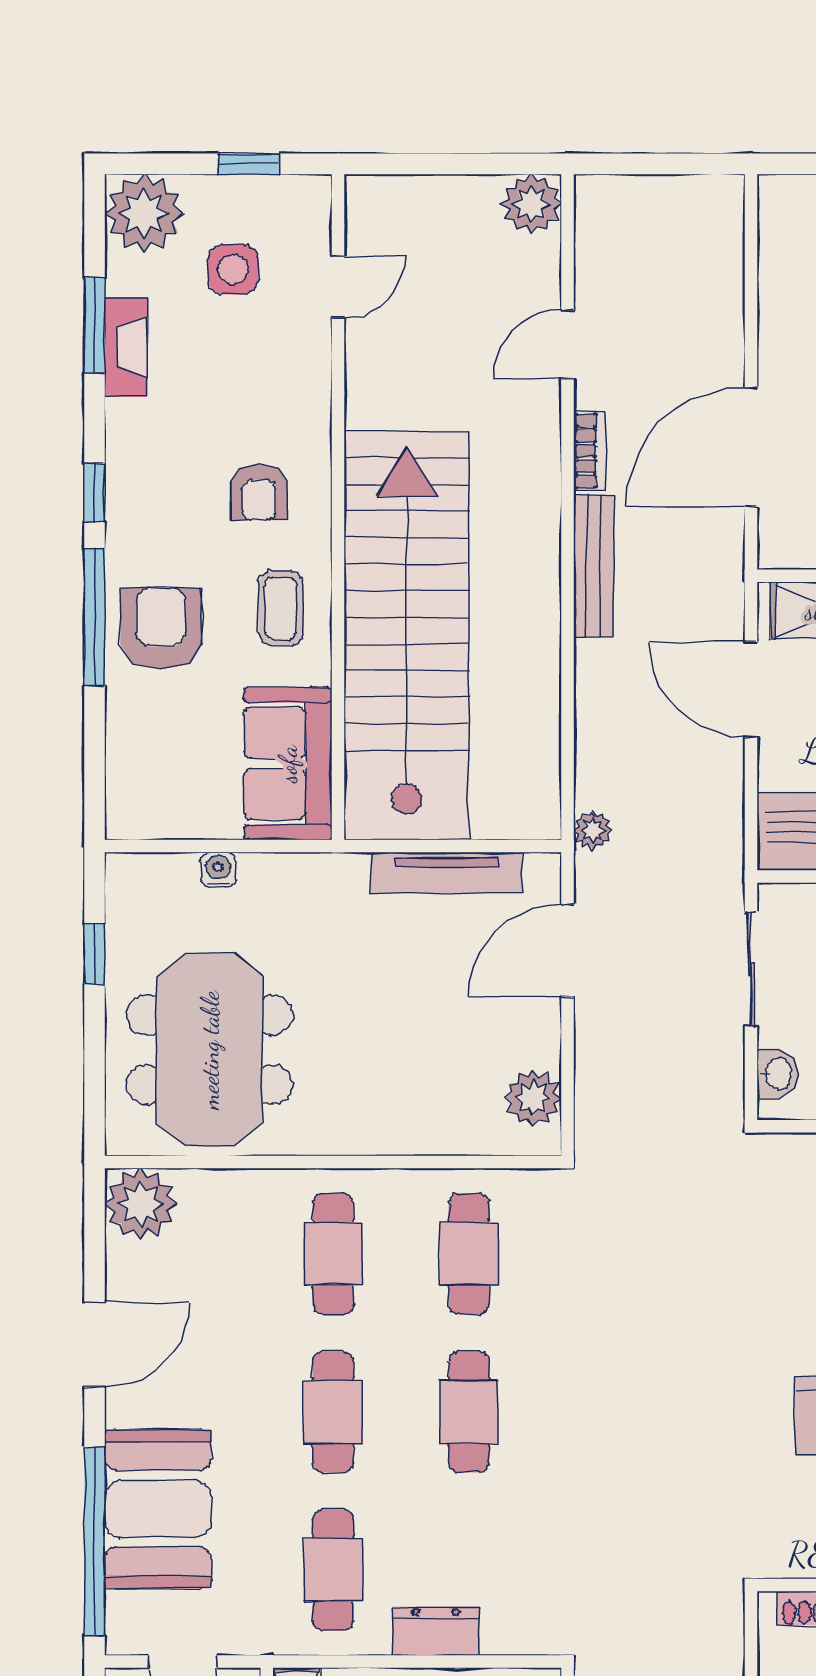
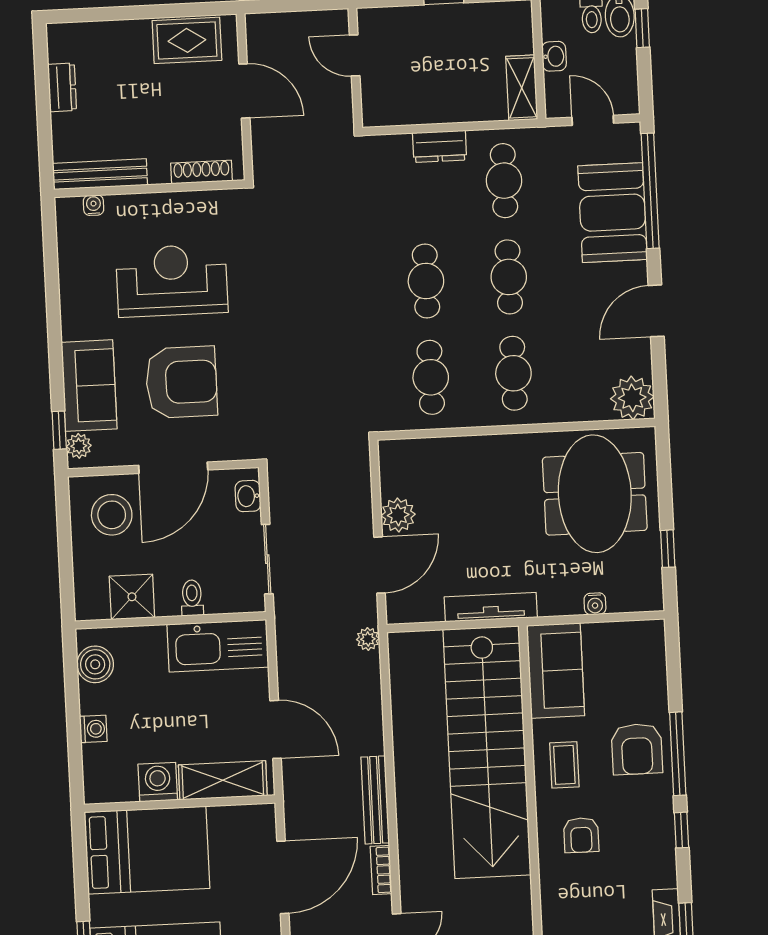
armchair: (259, 492) -> (581, 835), turned 180
tv unit: (447, 873) -> (491, 607), moved
plant: (533, 1098) -> (398, 515), moved

